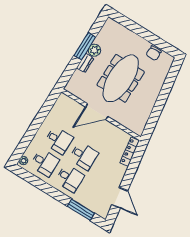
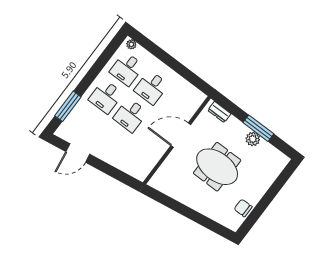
dresser: (85, 63) -> (219, 112), moved
meeting table: (121, 78) -> (217, 167), width x0.73
door: (97, 112) -> (181, 135), hinge flipped
locker: (130, 152) -> (130, 169), removed

